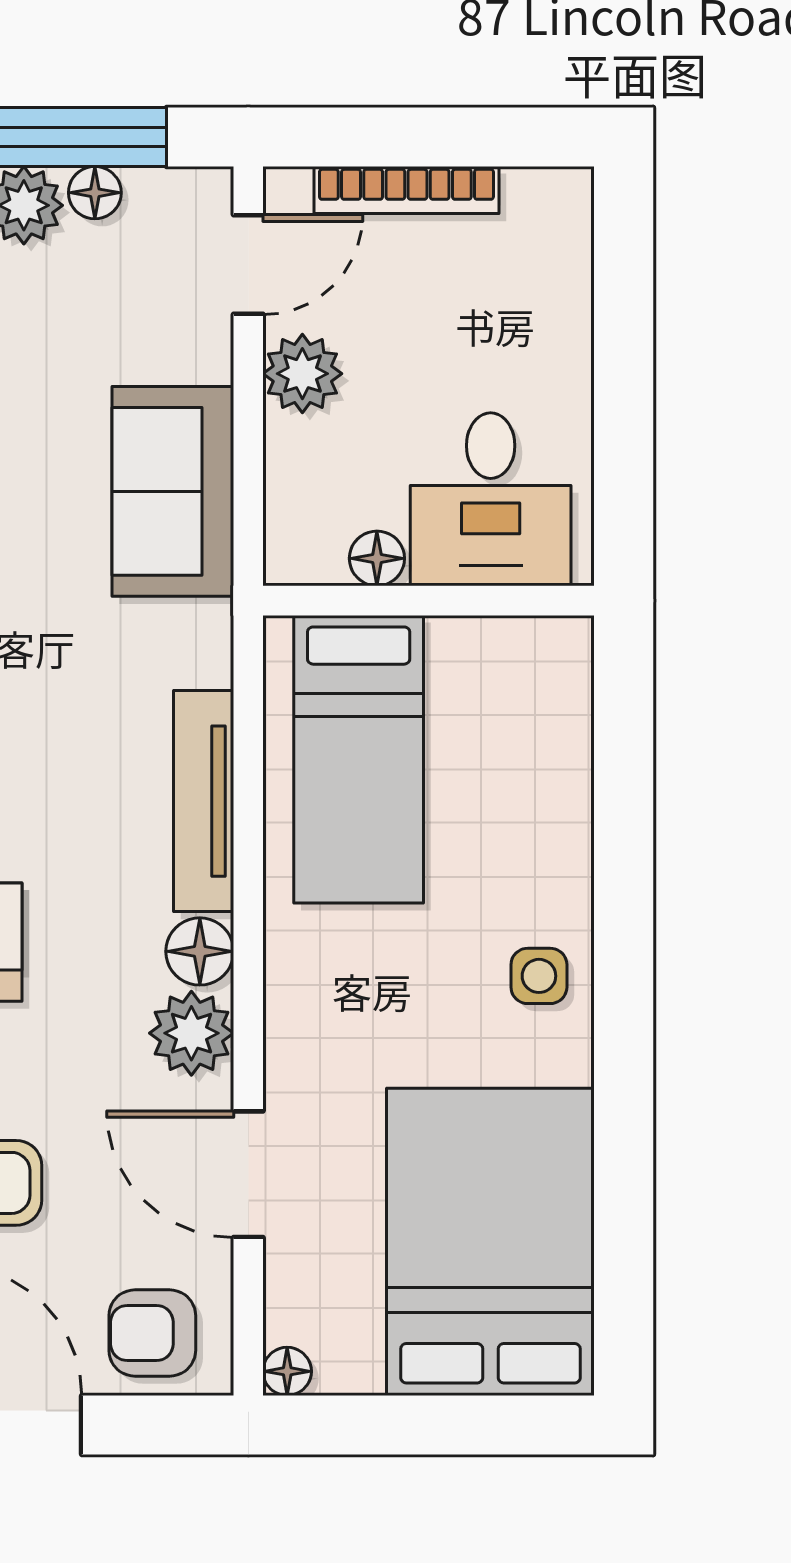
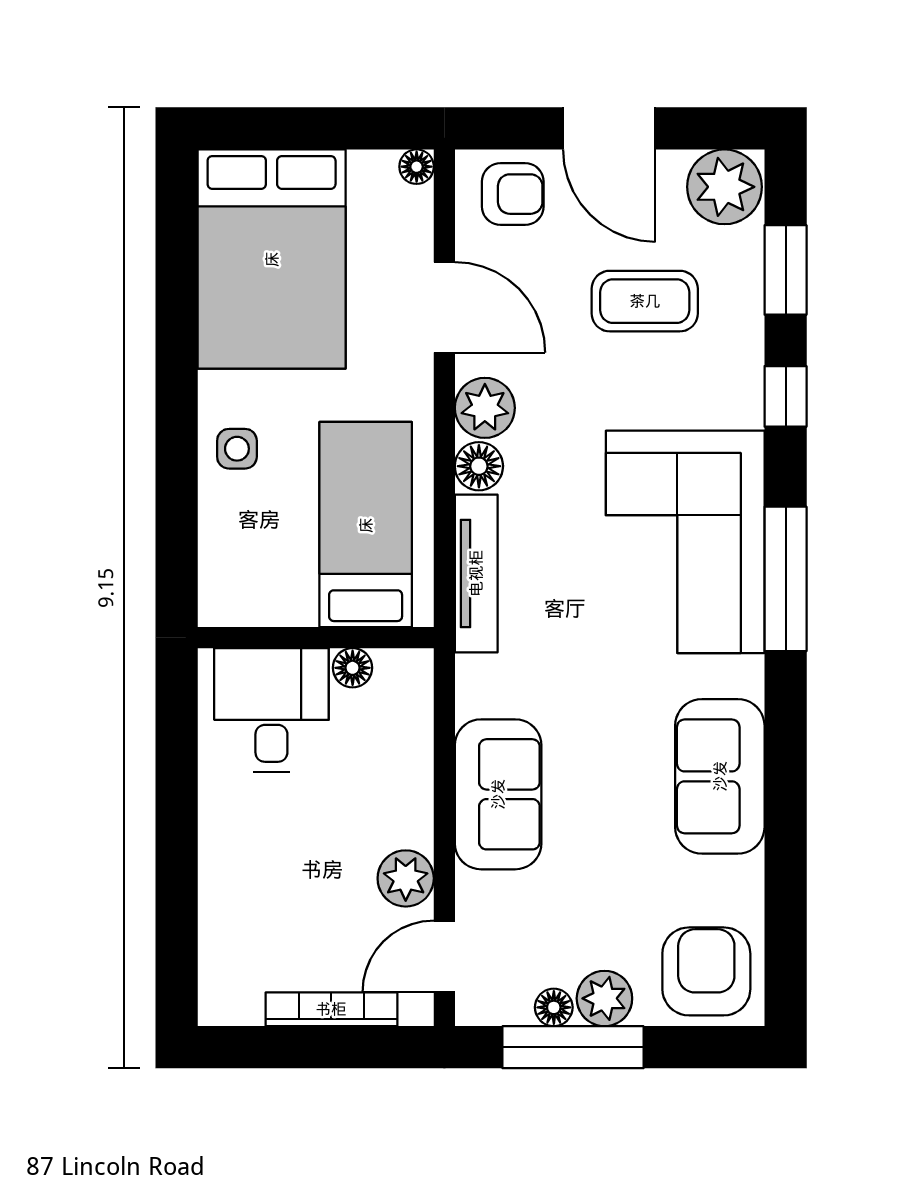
desk: (491, 499) -> (271, 710), moved
floor lamp: (377, 558) -> (353, 668), moved
wall: (429, 601) -> (316, 638), moved
bed: (359, 759) -> (366, 525), moved

